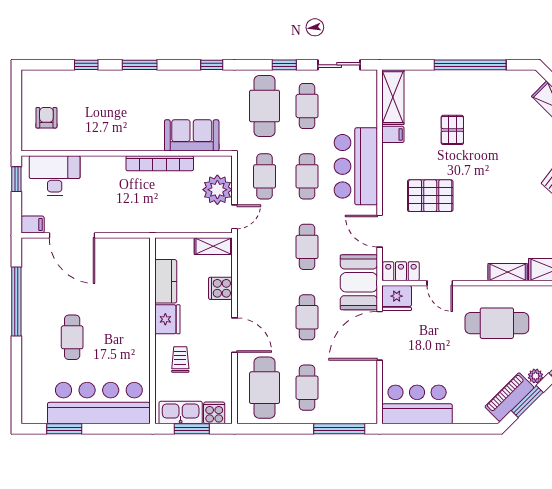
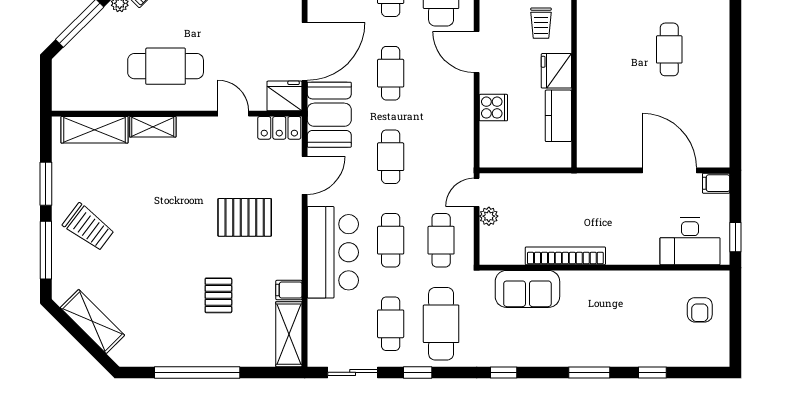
plant: (217, 190) -> (489, 216), width x0.53, depth x0.53
door: (380, 231) -> (305, 175), hinge flipped
shelving: (213, 246) -> (502, 157), removed
window: (16, 301) -> (735, 92), removed

